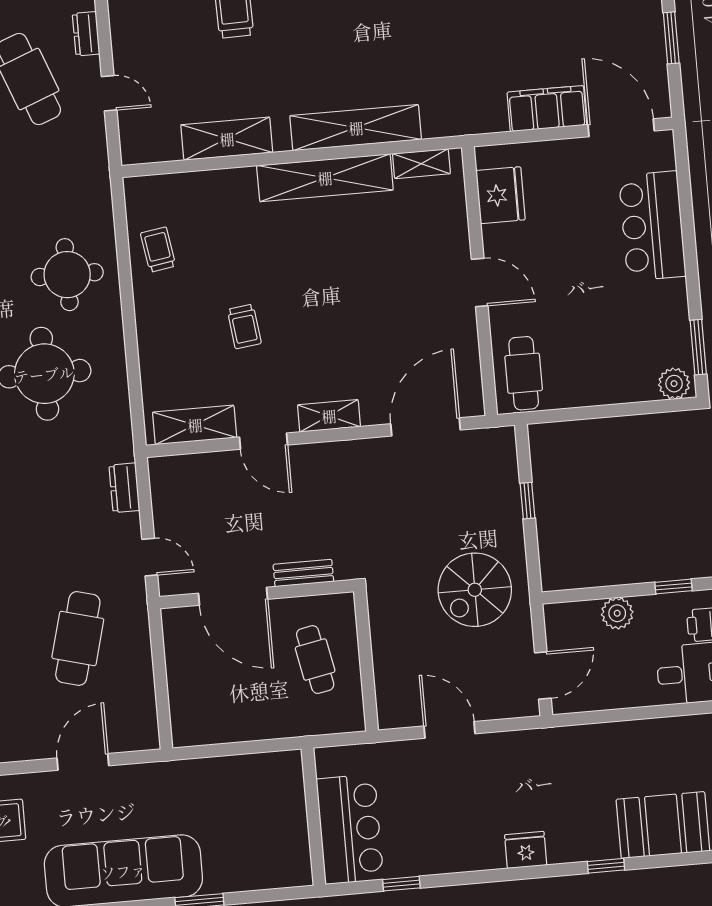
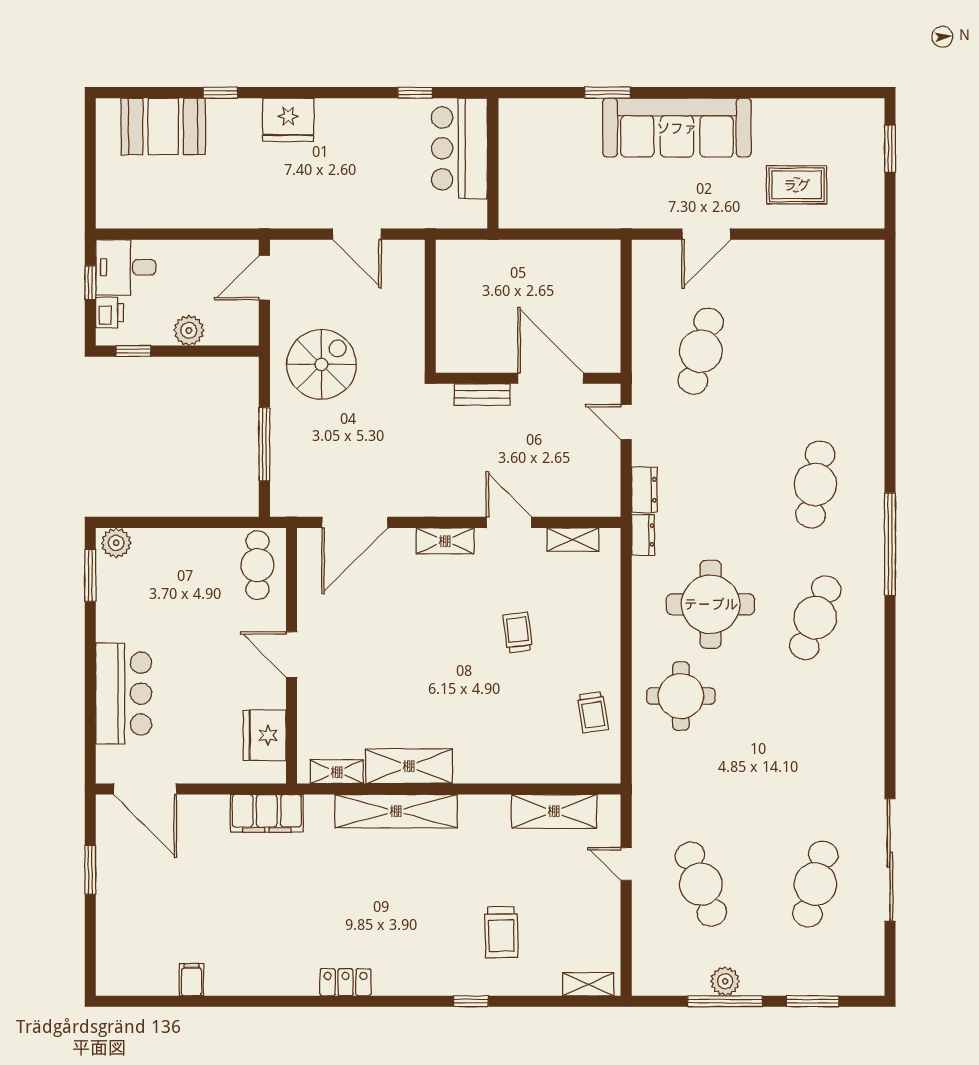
dresser: (86, 34) -> (643, 535), moved
filing cabinet: (547, 109) -> (267, 813), moved
shelving: (227, 139) -> (554, 811), moved
shelving: (325, 178) -> (409, 766), width x0.68
shelving: (195, 425) -> (573, 540), width x0.67, depth x0.75
window: (528, 501) -> (264, 444), width x2.17
cafe table: (315, 660) -> (478, 312), removed
fridge: (526, 850) -> (288, 120), width x1.36, depth x1.34

